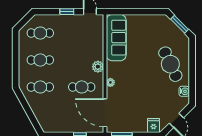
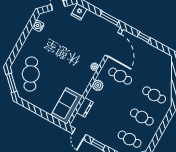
sofa: (116, 38) -> (67, 106), width x0.73
dresser: (98, 39) -> (85, 107), added
cafe table: (170, 64) -> (31, 74), moved

